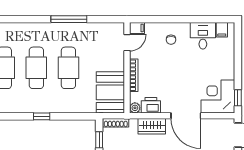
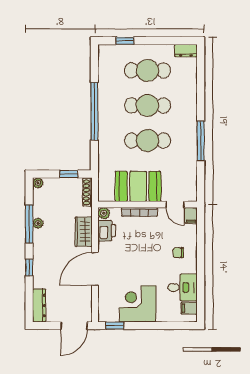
booth: (110, 92) -> (138, 186), moved
corner desk: (218, 96) -> (138, 304), moved, turned -90
window: (42, 116) -> (94, 111), width x3.17

